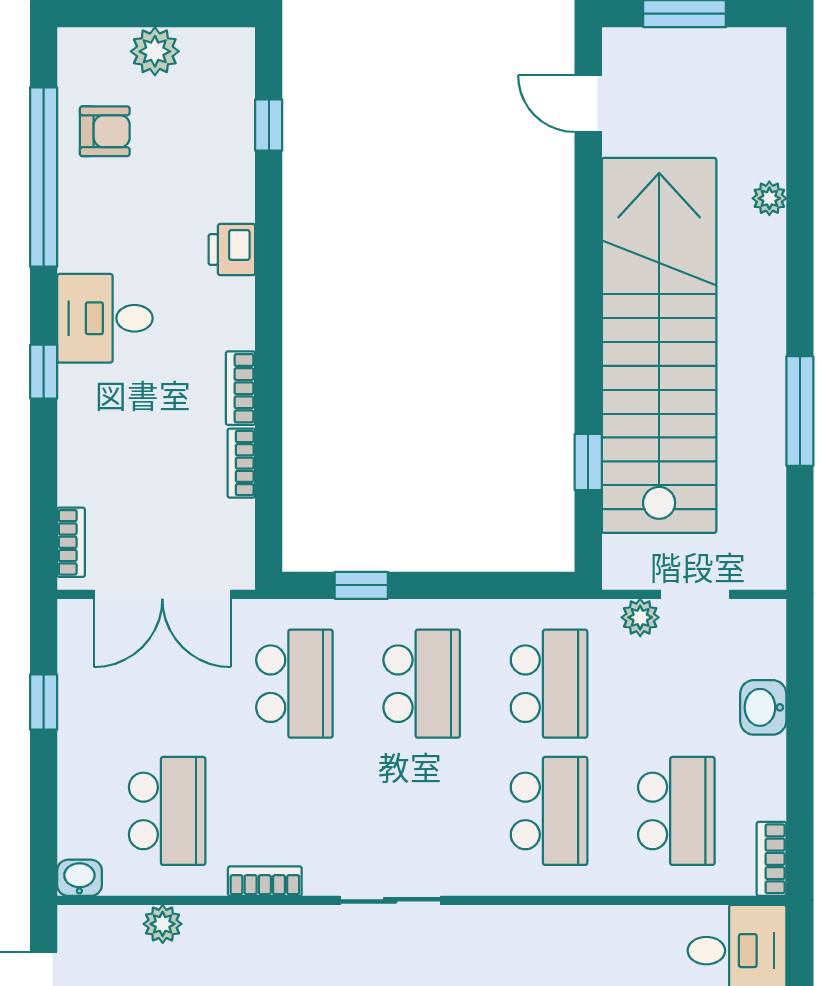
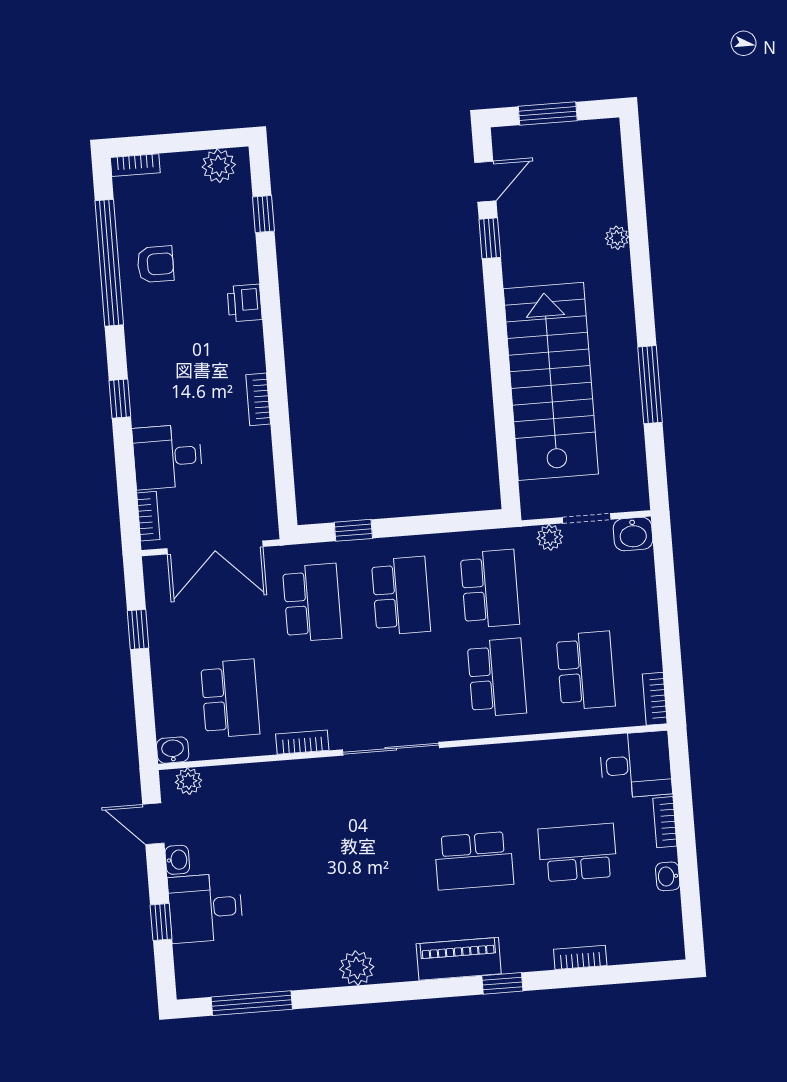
plant: (155, 51) -> (219, 166), moved
door: (588, 104) -> (485, 182), swing flipped
armchair: (105, 131) -> (155, 264), moved
desk: (105, 318) -> (167, 457), moved
stairs: (659, 345) -> (551, 381), width x0.73
window: (588, 462) -> (490, 238), moved
bookcase: (241, 463) -> (135, 165), moved, turned -90
washbasin: (763, 707) -> (633, 534), moved, turned -90
sliding door: (390, 900) -> (391, 749), width x1.37
plant: (163, 924) -> (189, 781), moved

